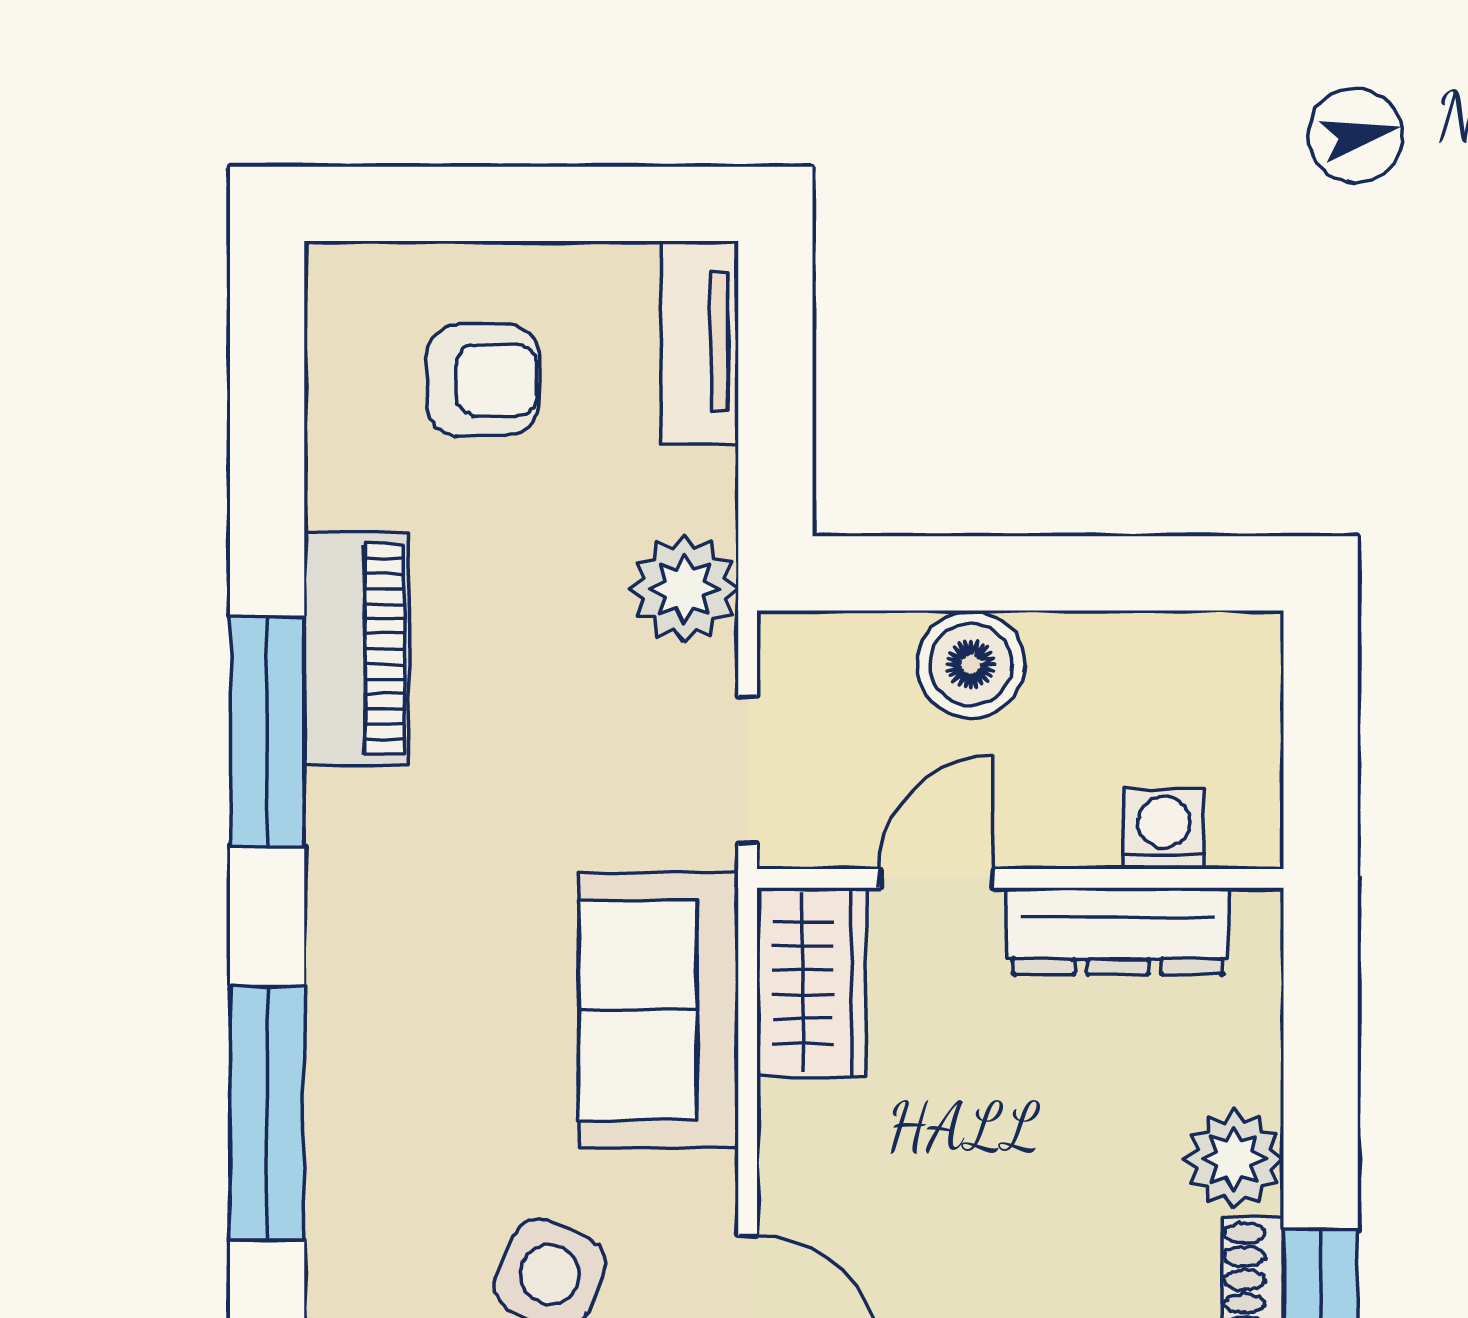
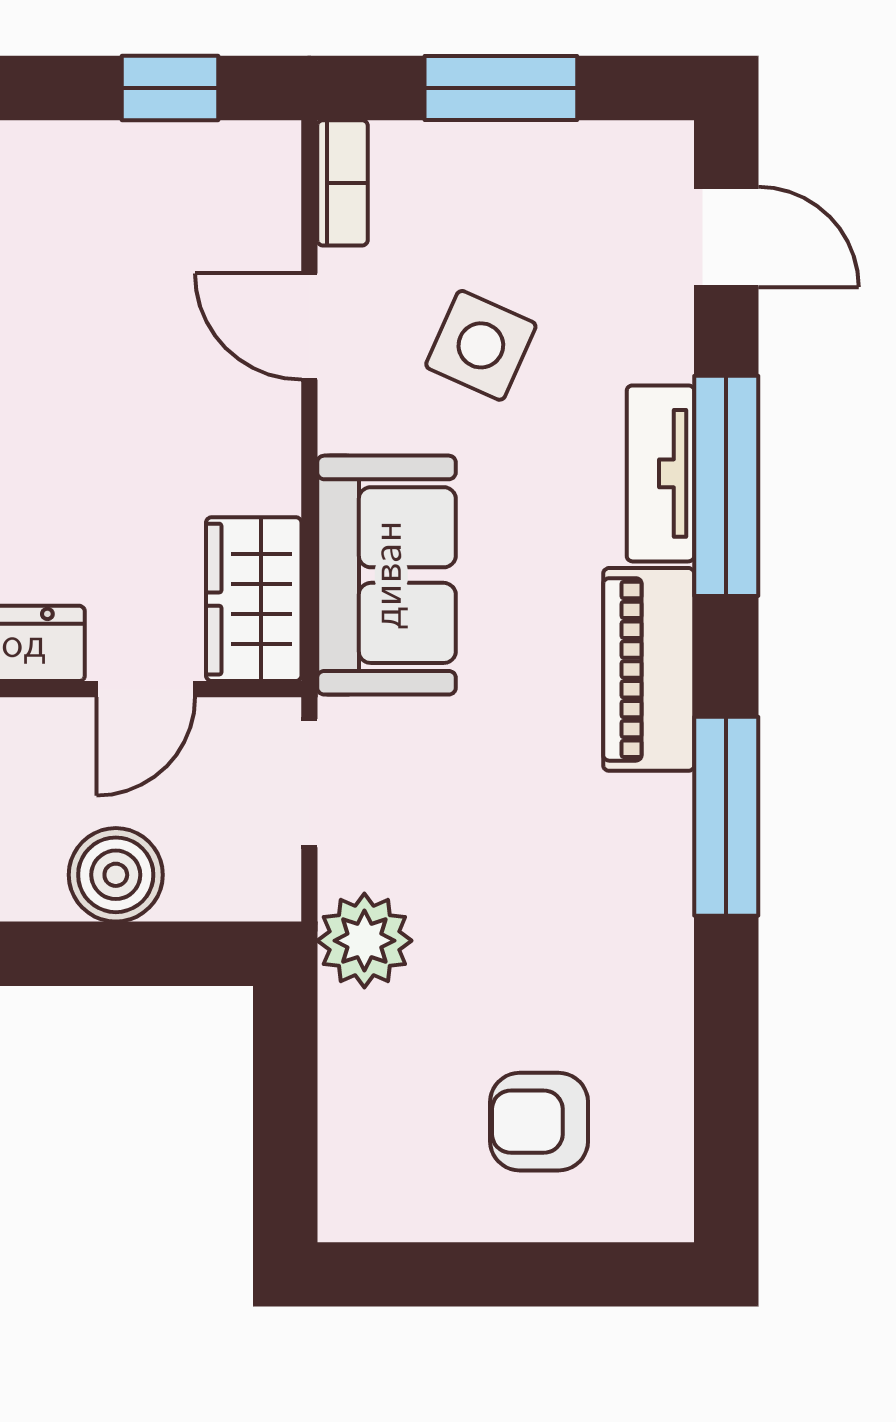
tv unit: (700, 342) -> (660, 473), moved, turned 180
piano: (356, 649) -> (649, 669), moved

